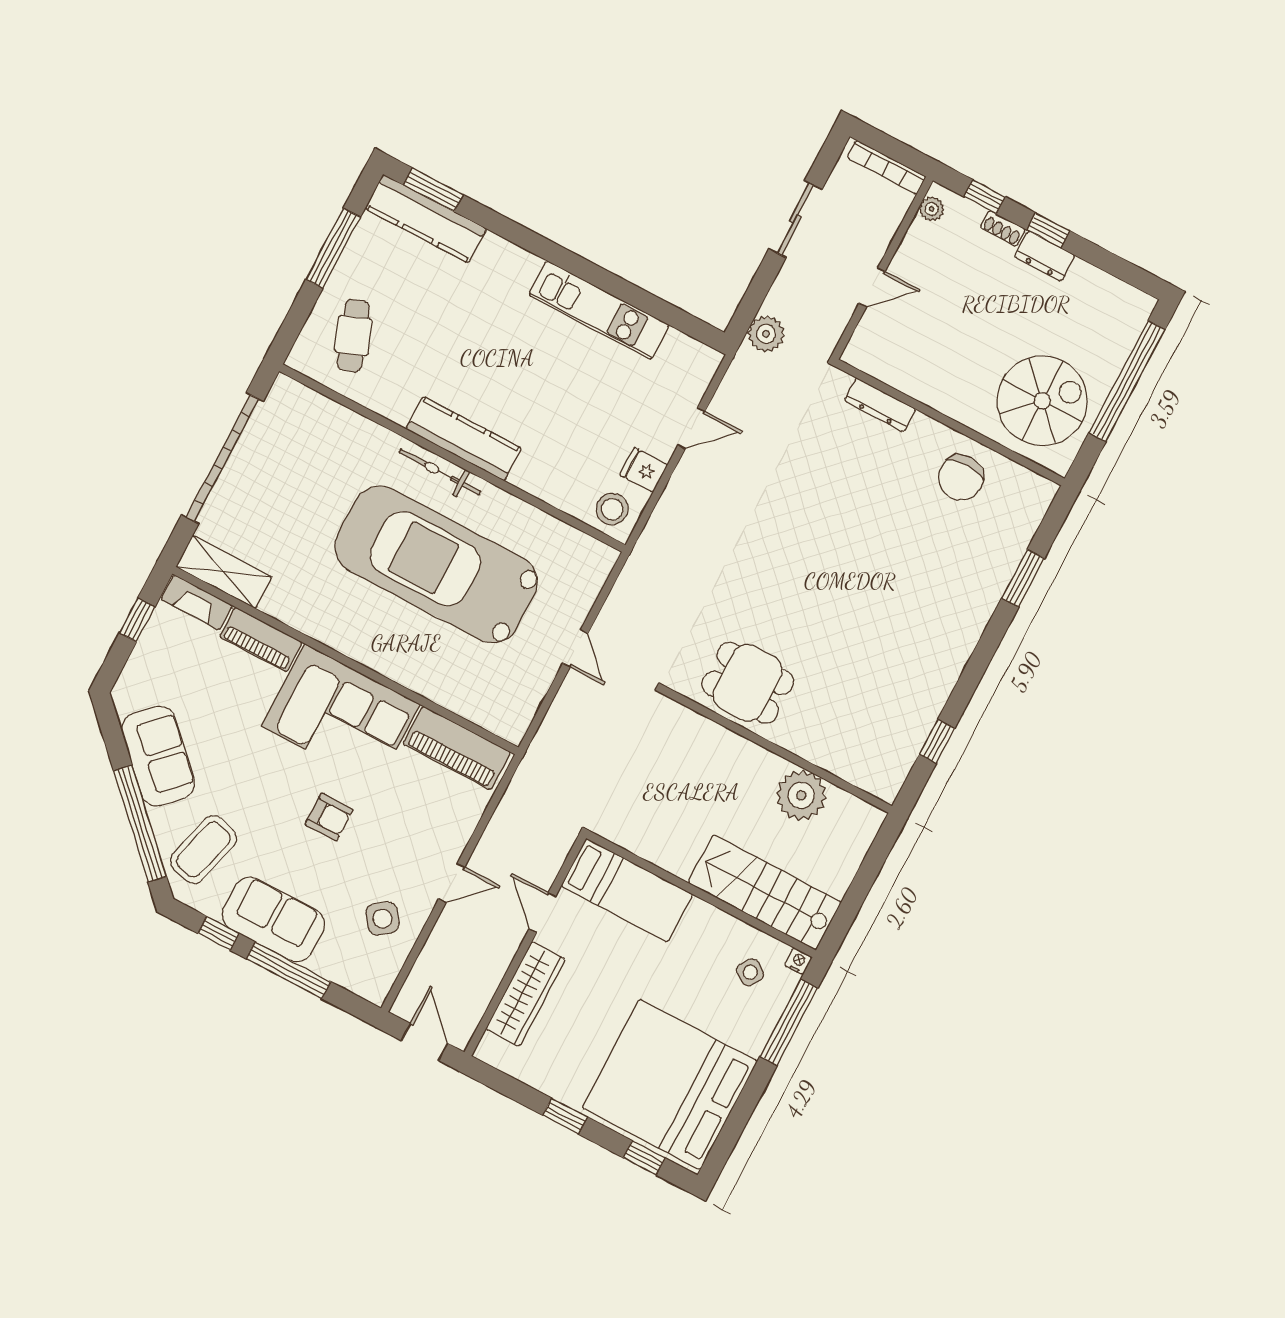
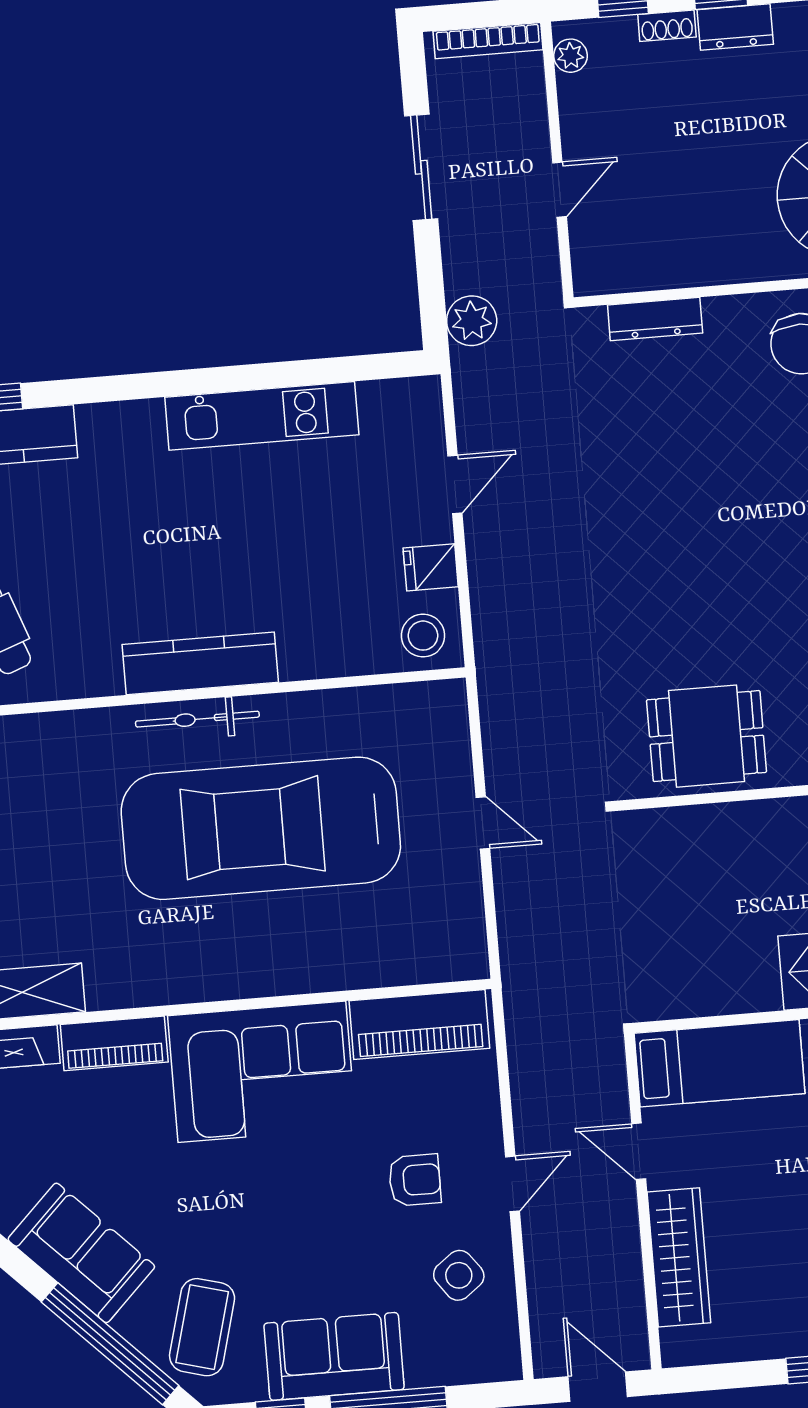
armchair: (329, 817) -> (415, 1180), moved

